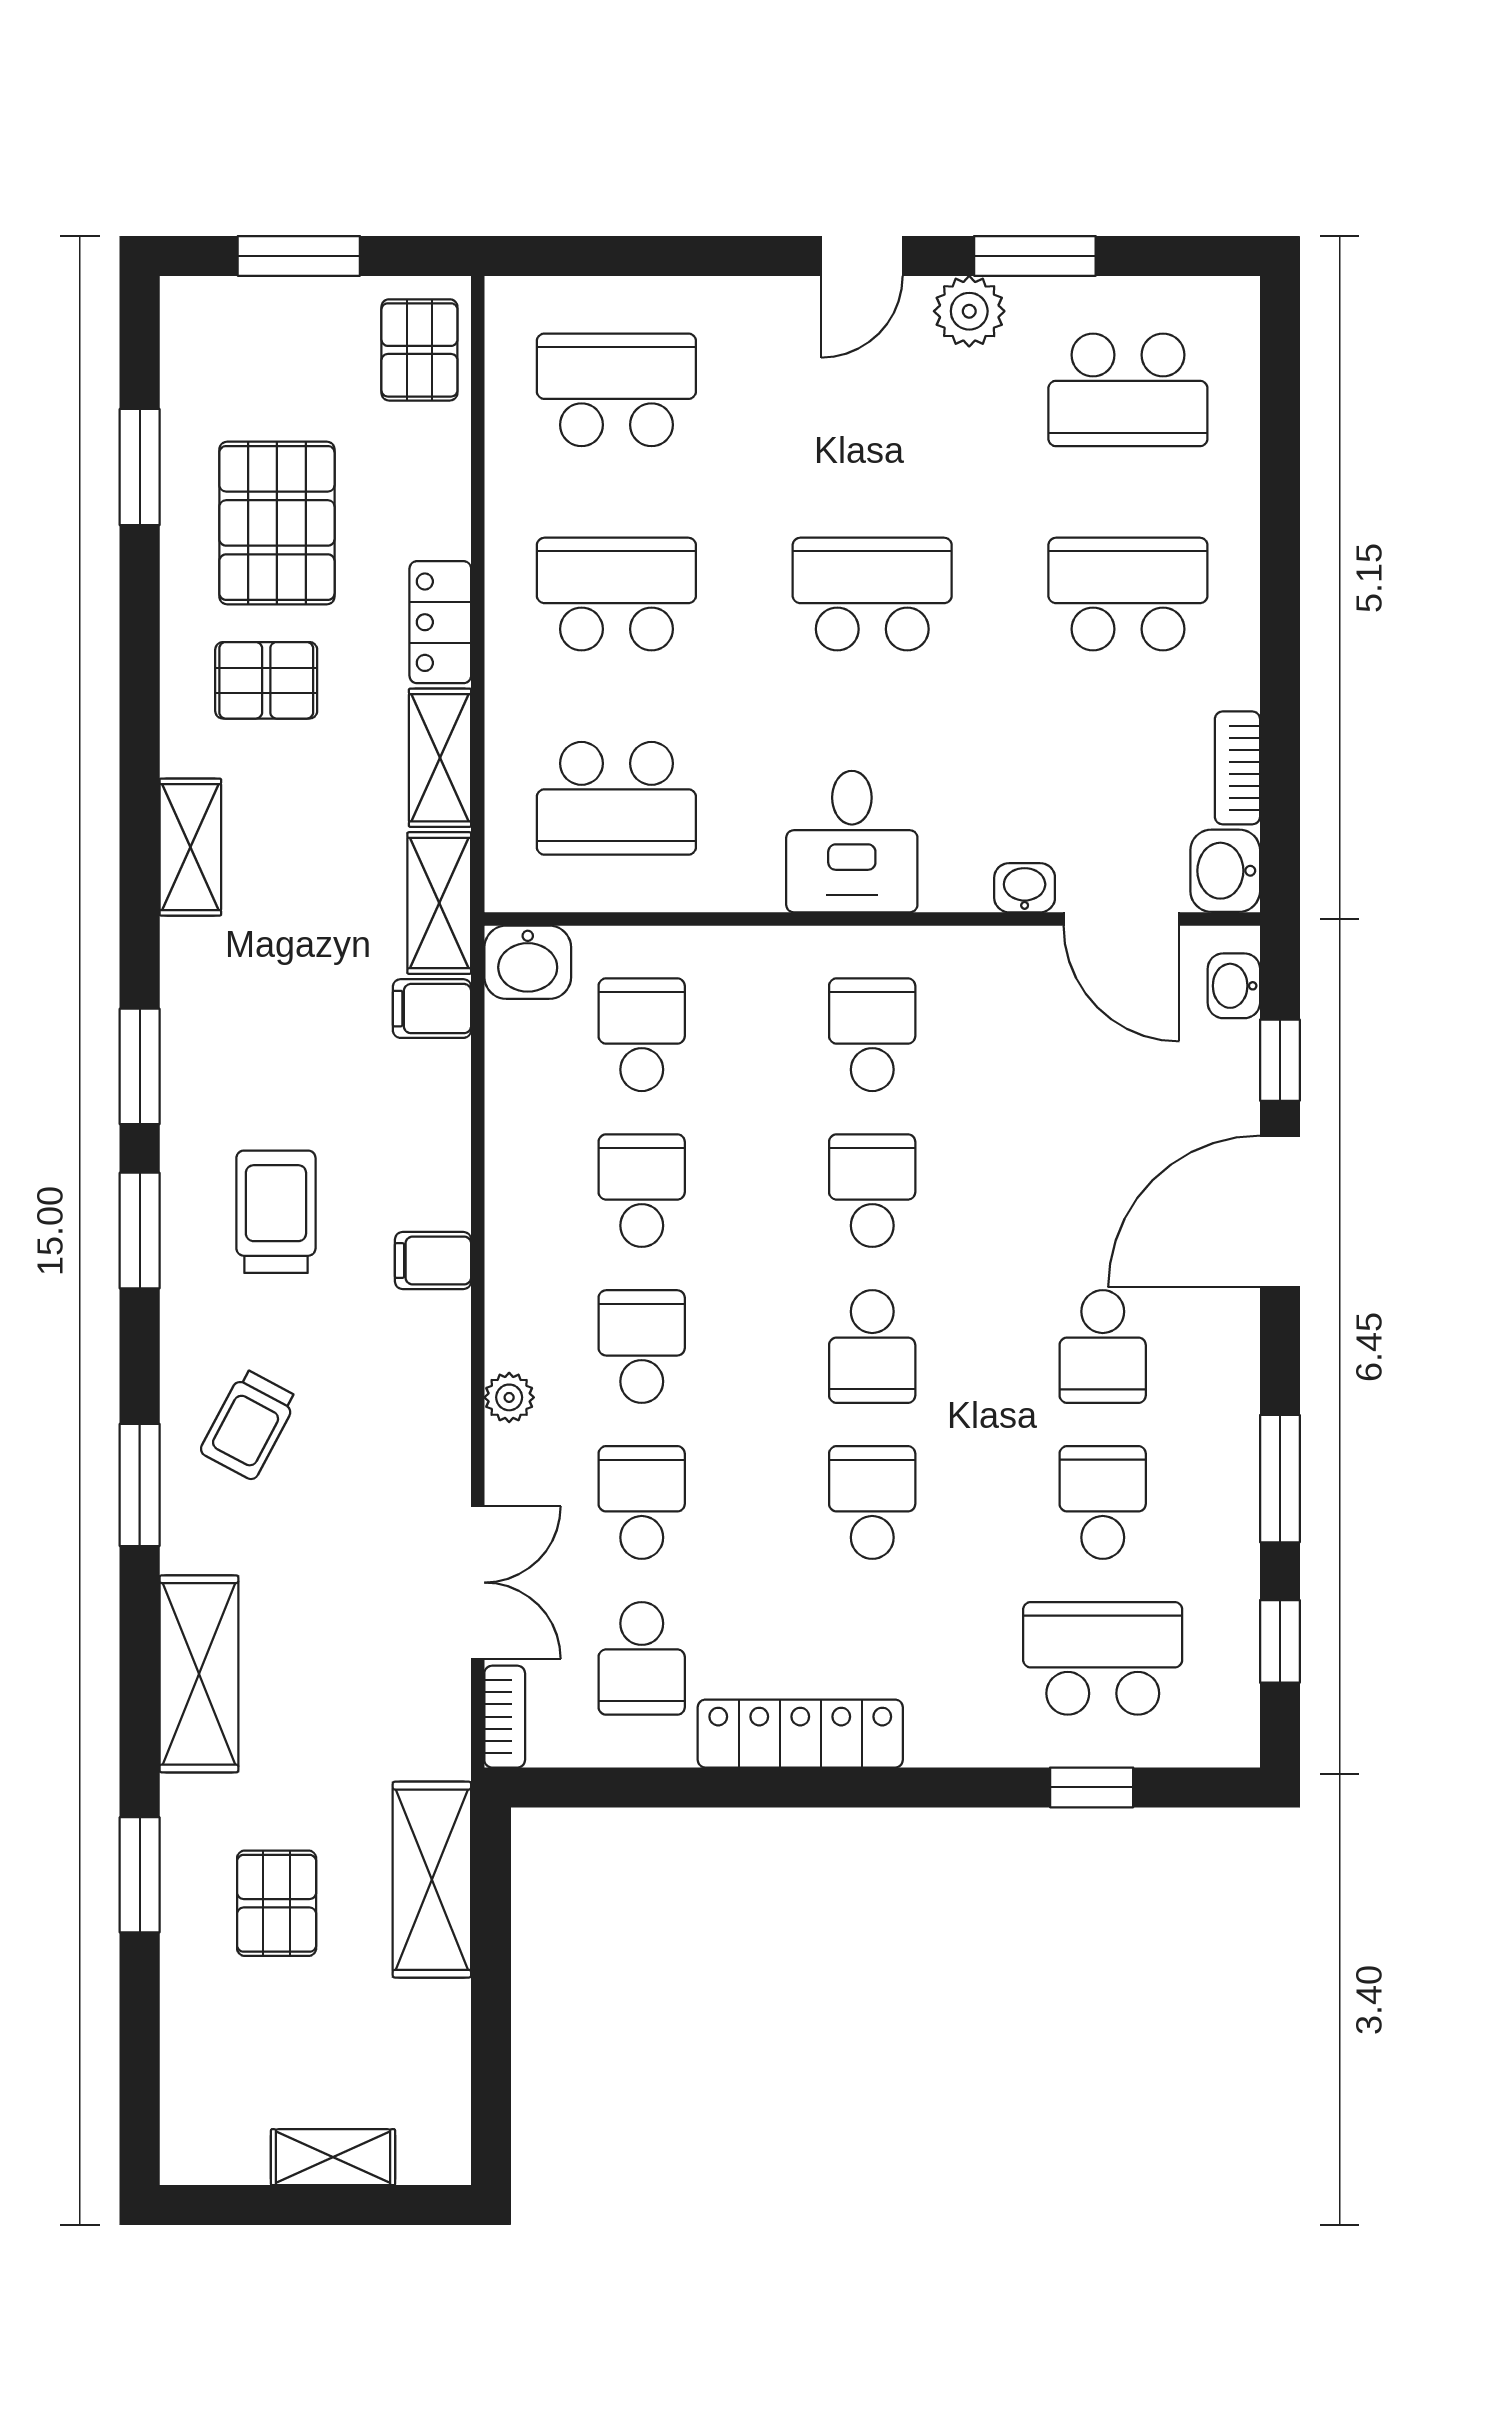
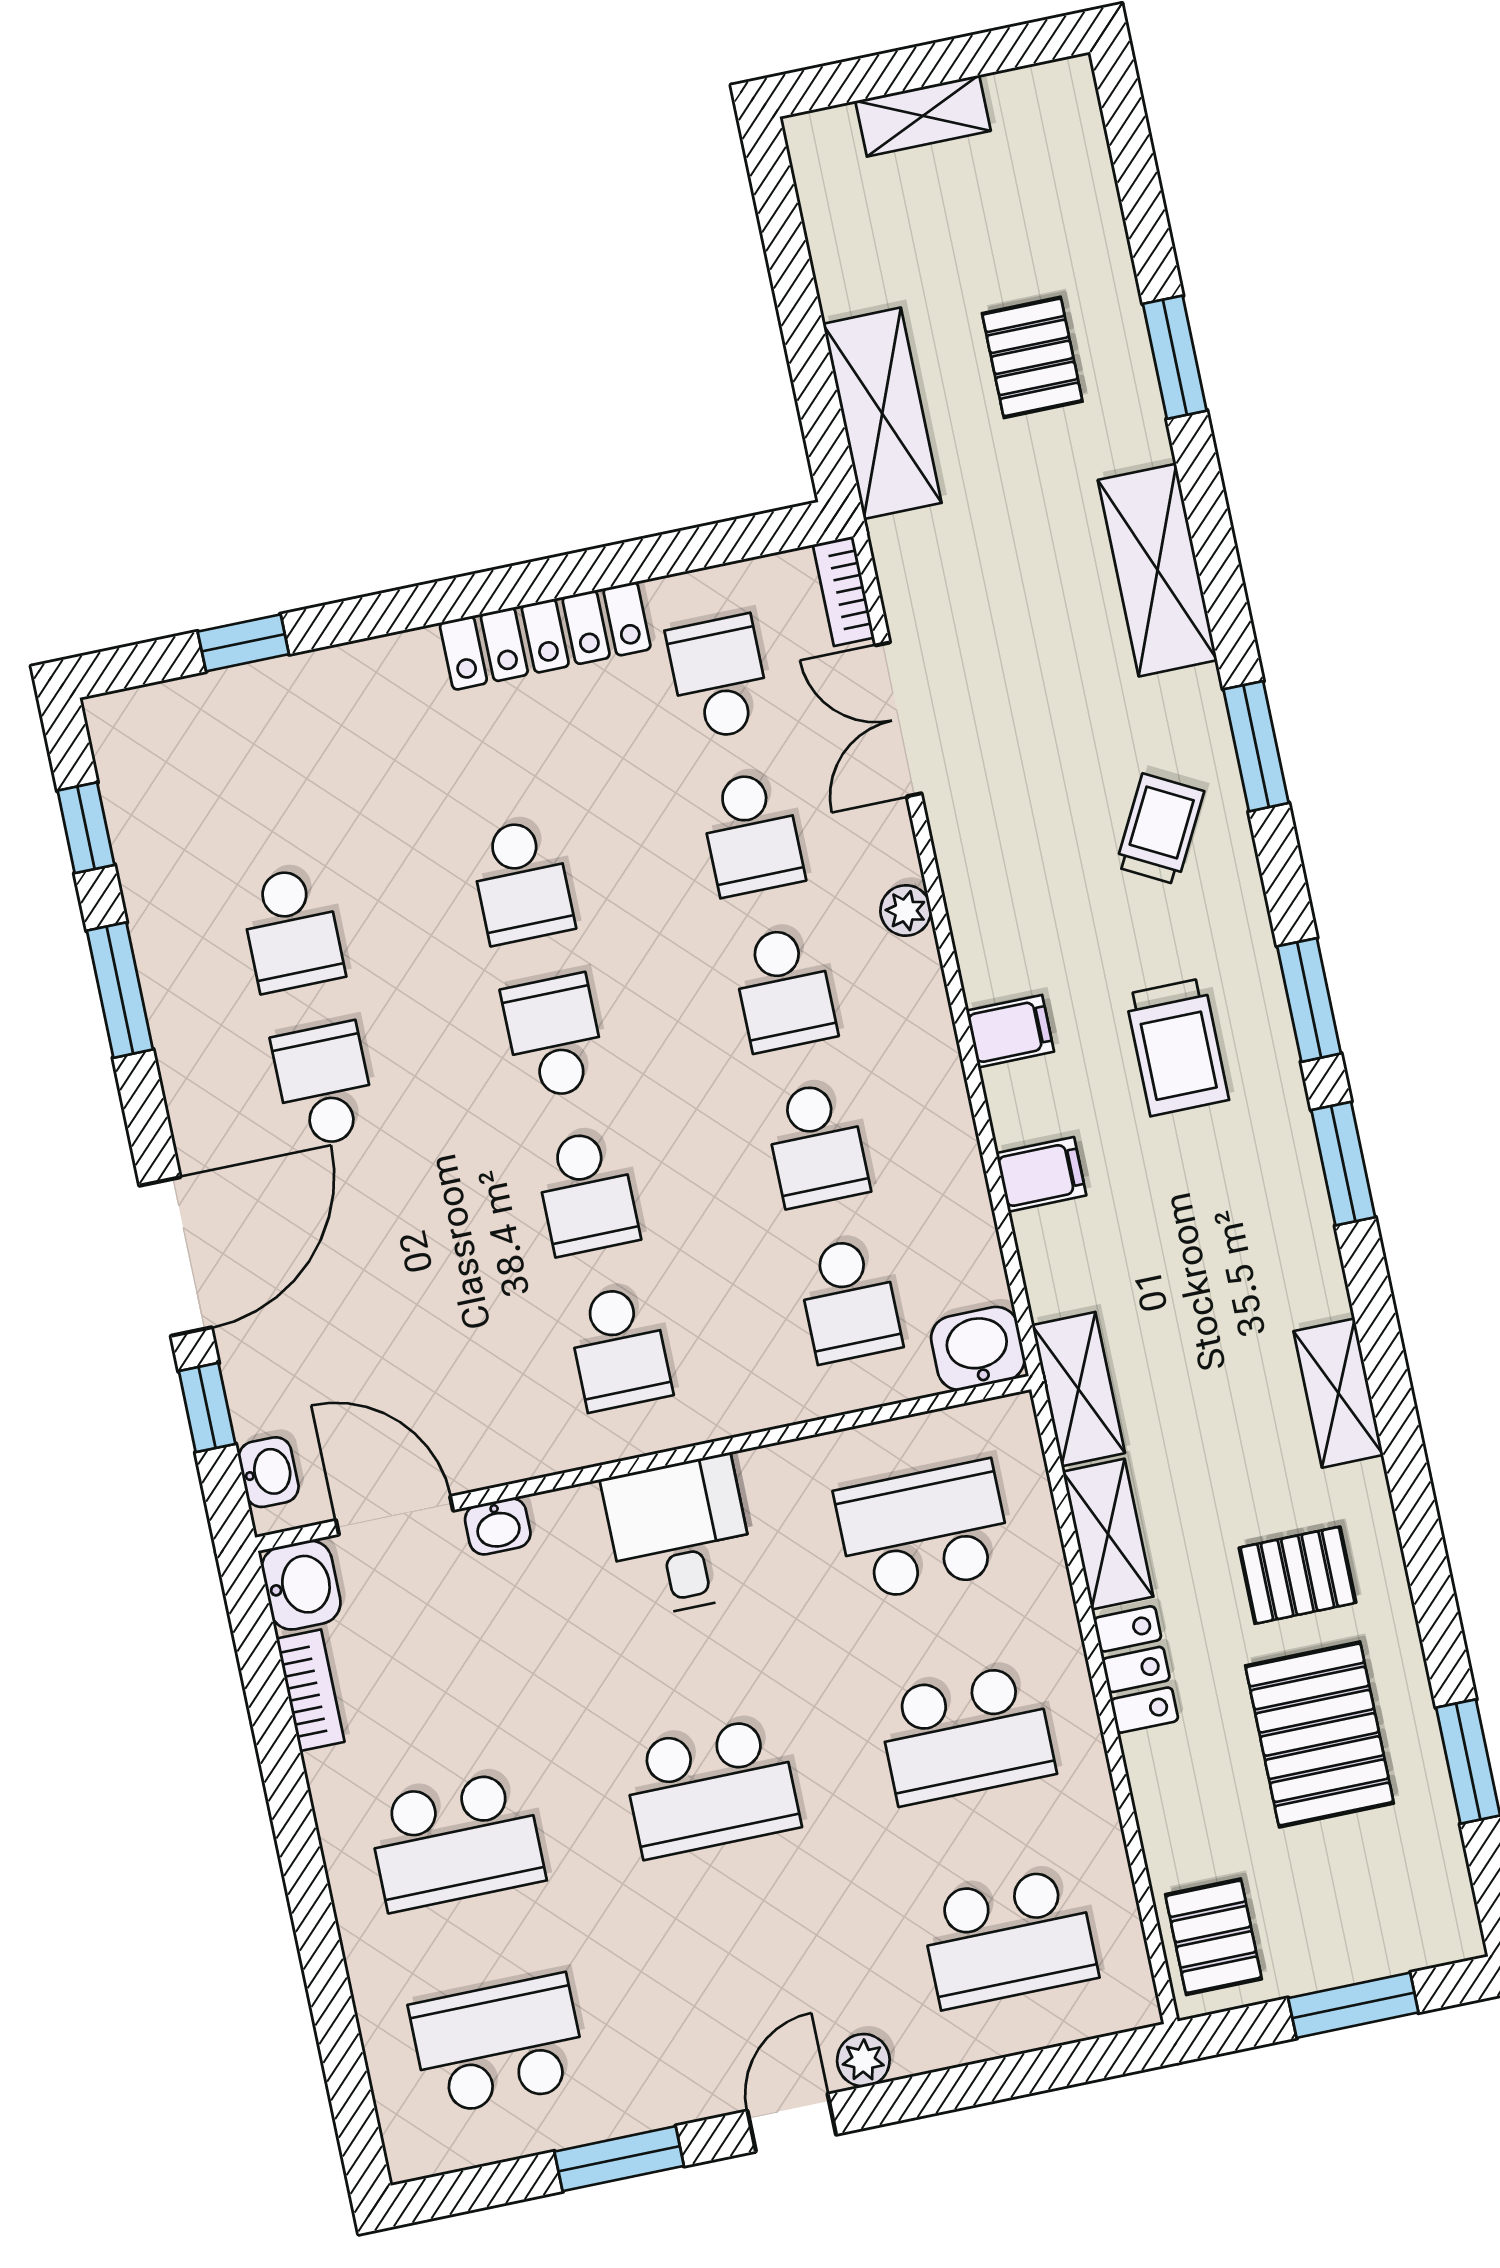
plant: (969, 311) -> (863, 2060), moved, width x0.73, depth x0.73
filing cabinet: (432, 1009) -> (1041, 1174), moved
school desk: (1103, 1658) -> (259, 774), removed

